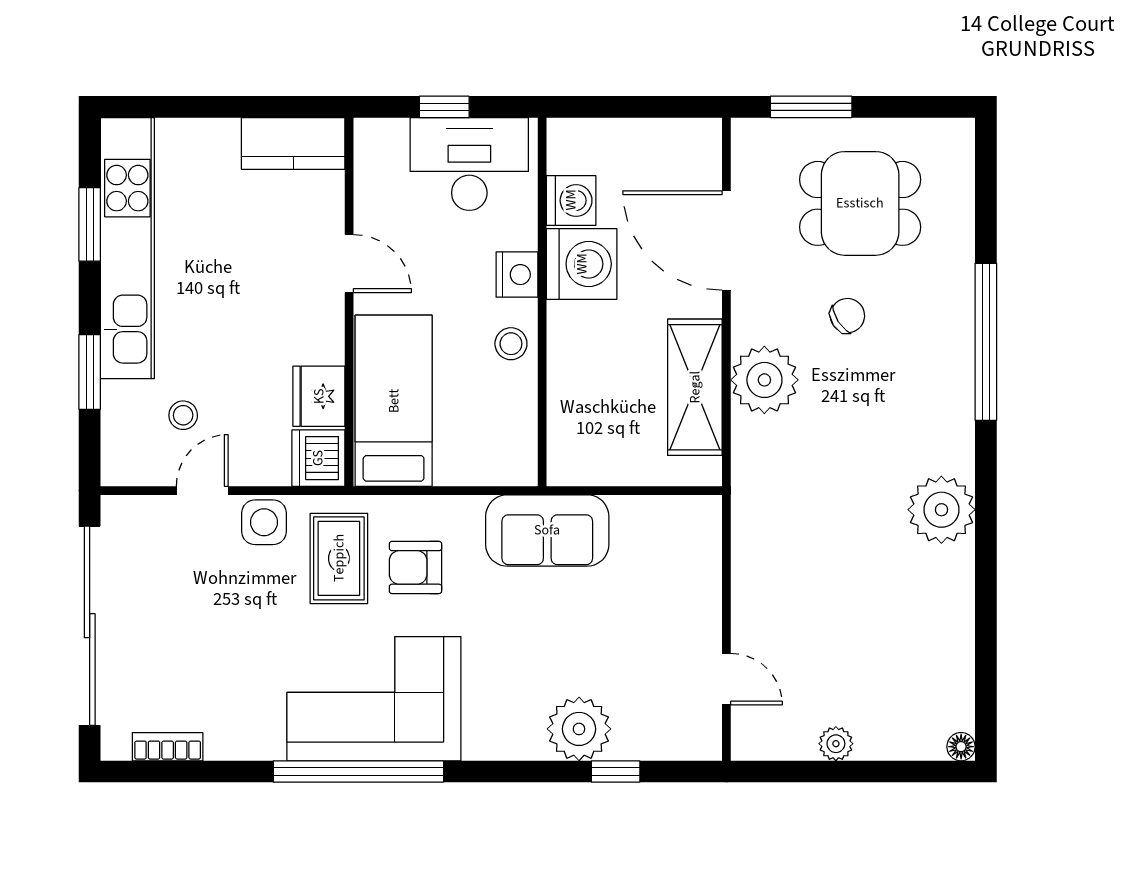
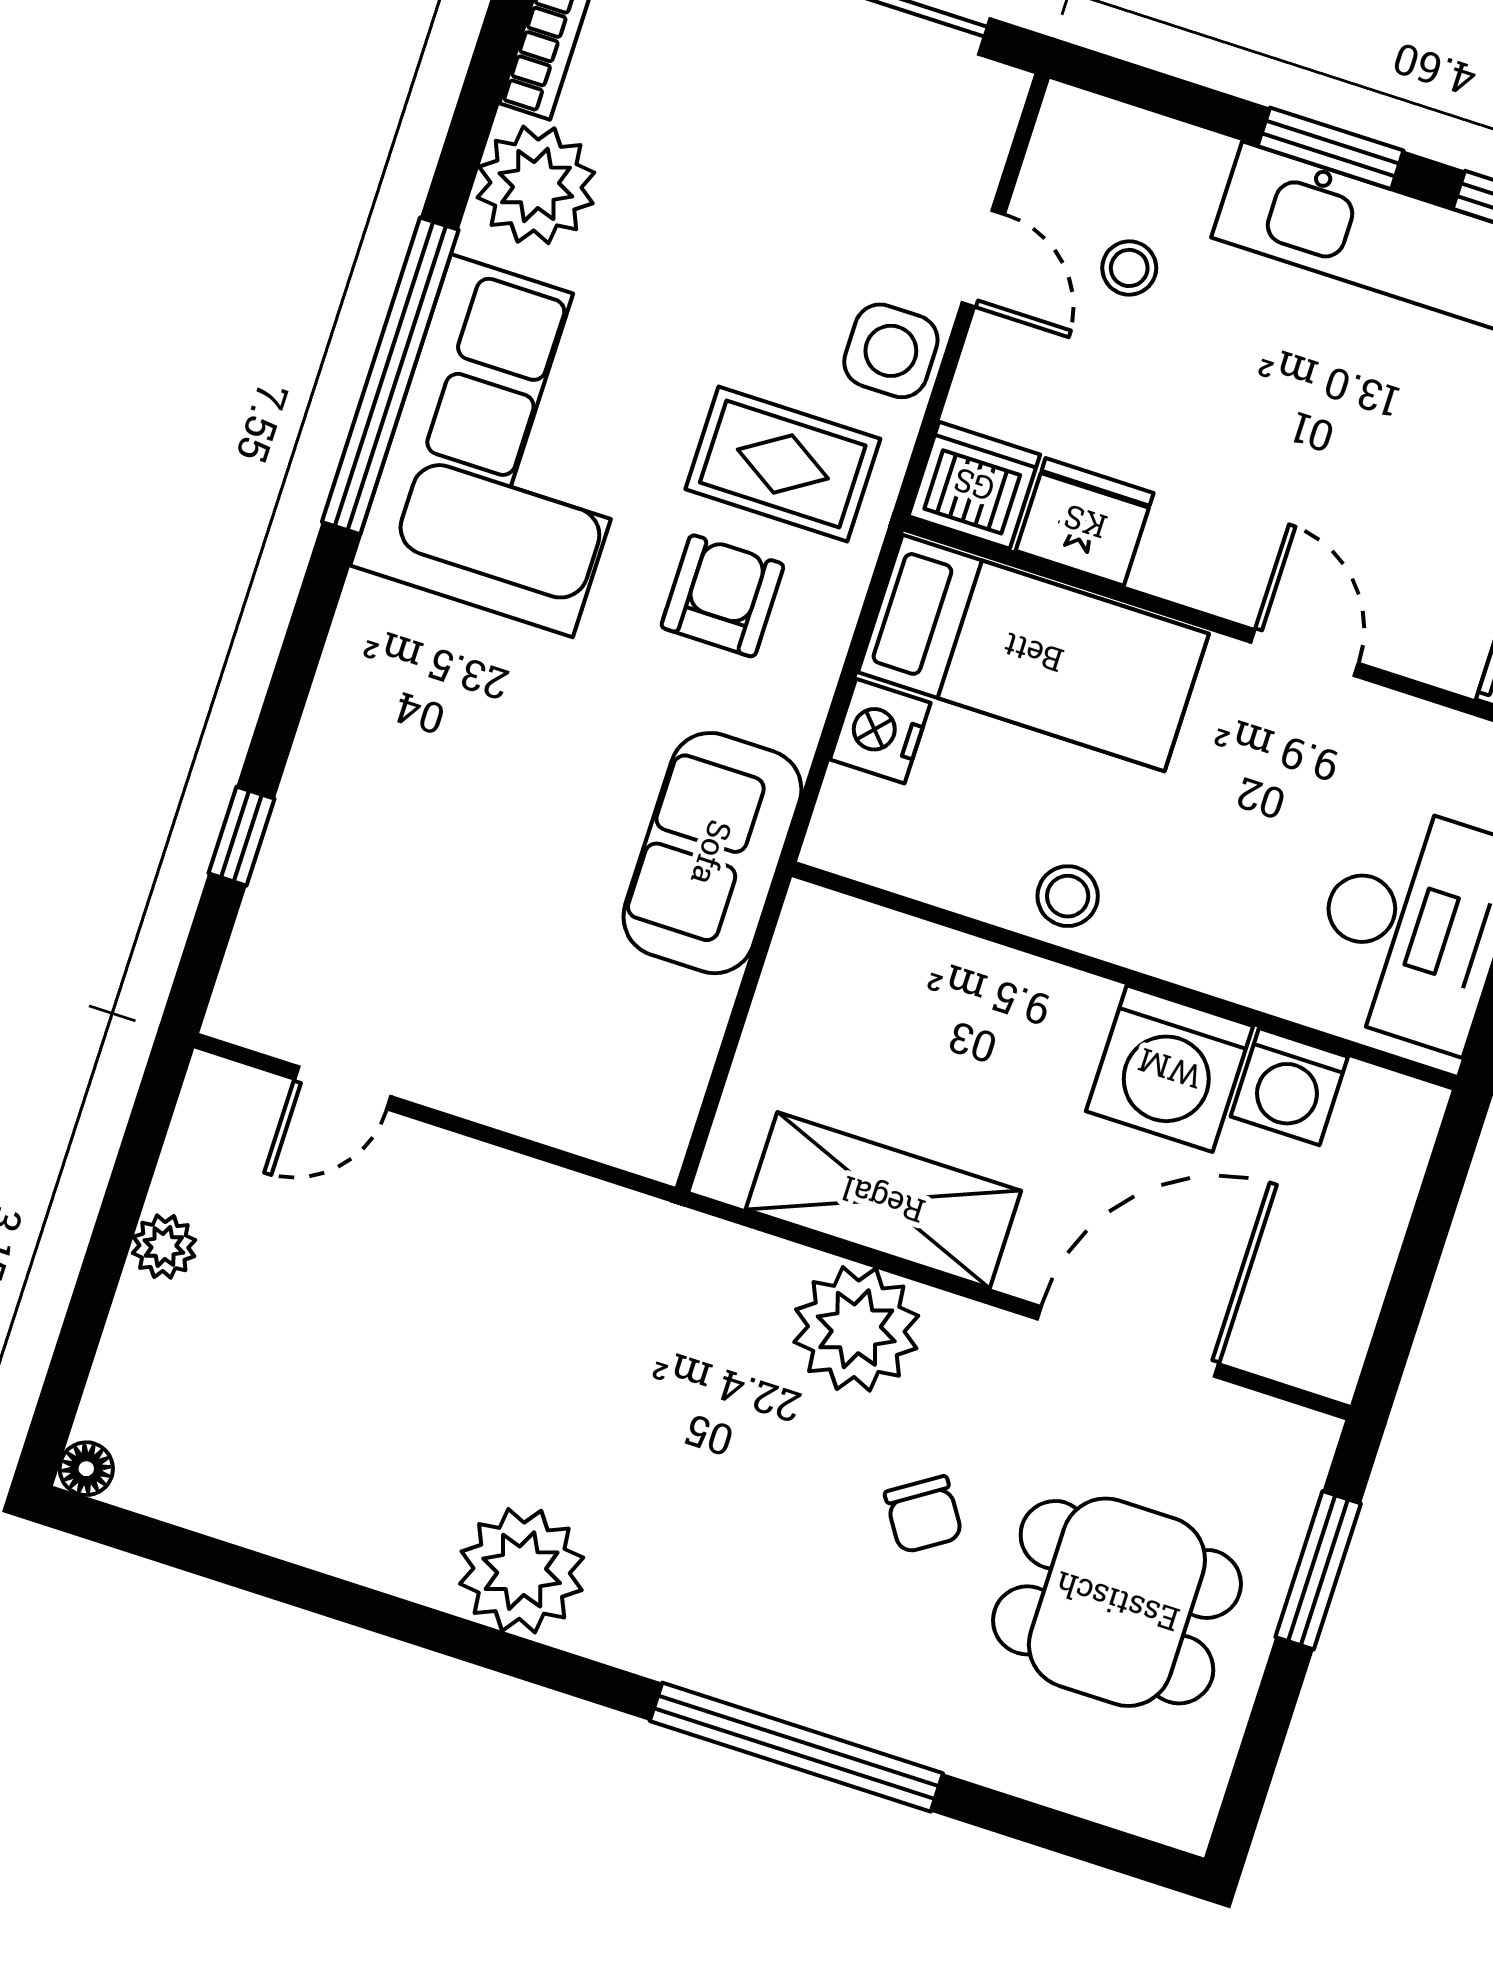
dining table: (860, 203) -> (1117, 1602), turned 90
door: (349, 264) -> (1305, 653), swing flipped
nightstand: (517, 275) -> (880, 731), moved, turned 90
window: (90, 372) -> (1331, 148), moved
plant: (579, 729) -> (536, 185), moved

